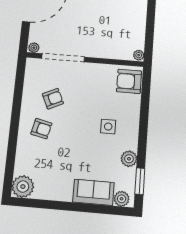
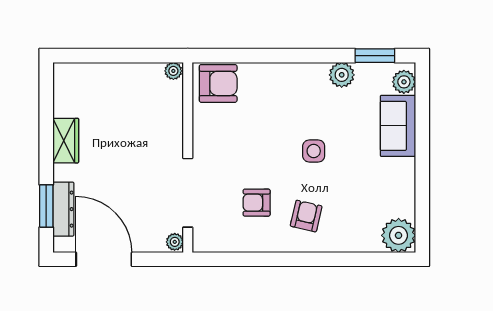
armchair: (129, 81) -> (218, 83), turned -90
armchair: (53, 99) -> (257, 203), turned -65
side table: (108, 127) -> (314, 151), moved

